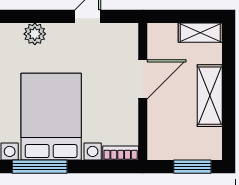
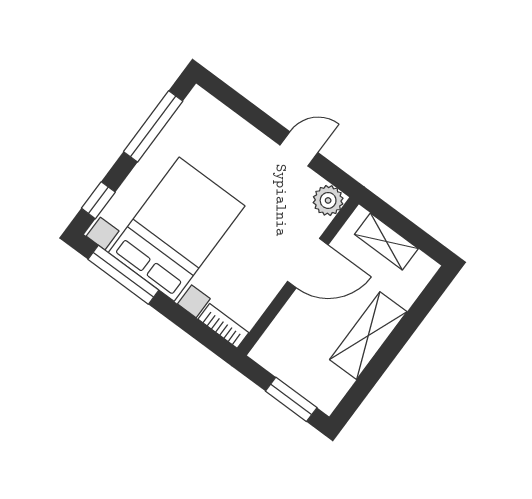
shelving: (200, 33) -> (386, 242), moved
plant: (35, 34) -> (328, 200), moved

